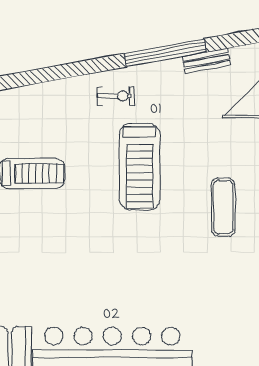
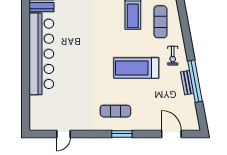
bench: (206, 61) -> (187, 83), moved
exercise mat: (50, 120) -> (161, 22), added

